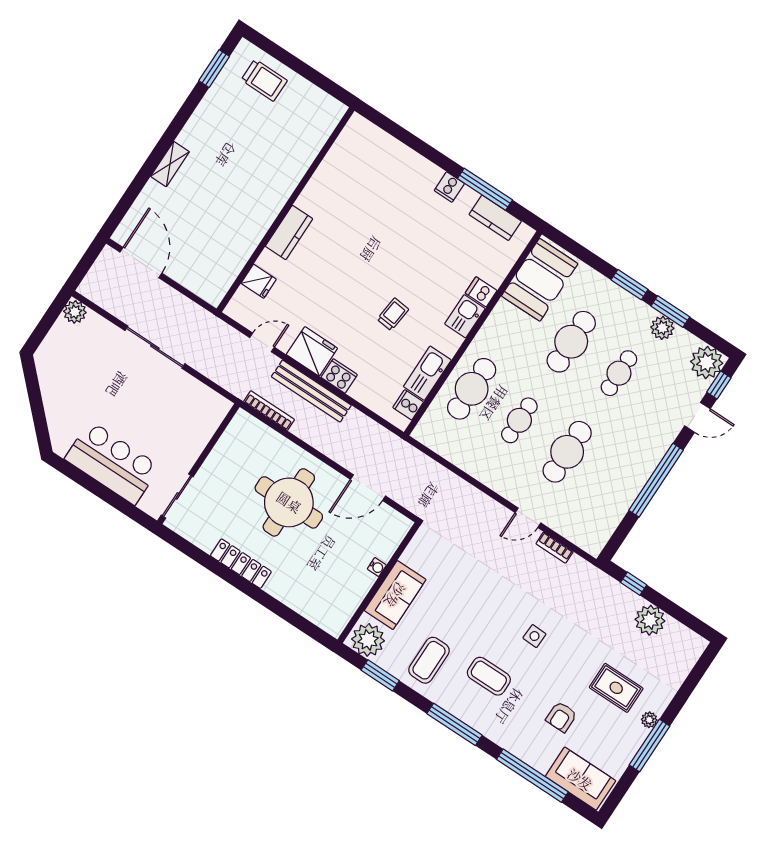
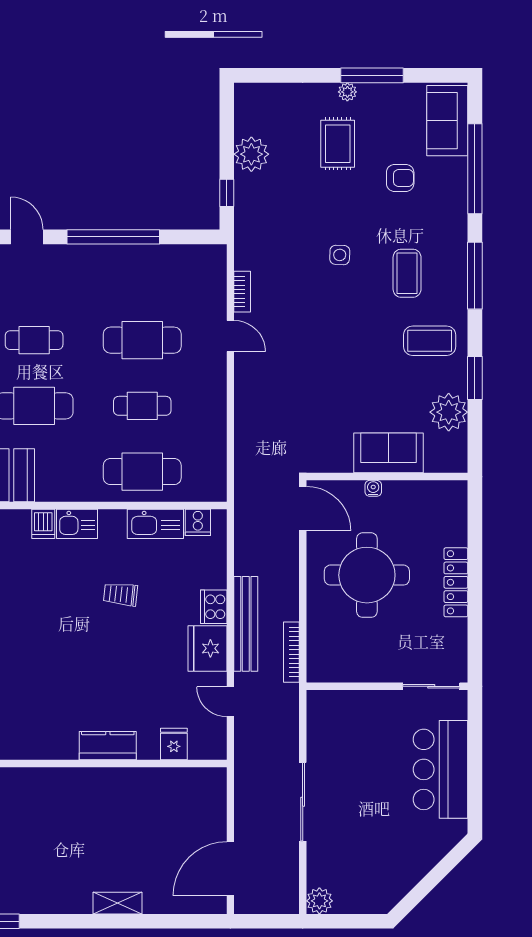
water cooler: (377, 567) -> (373, 488), moved
wall: (379, 583) -> (387, 477), moved
sofa: (395, 595) -> (388, 453), moved

